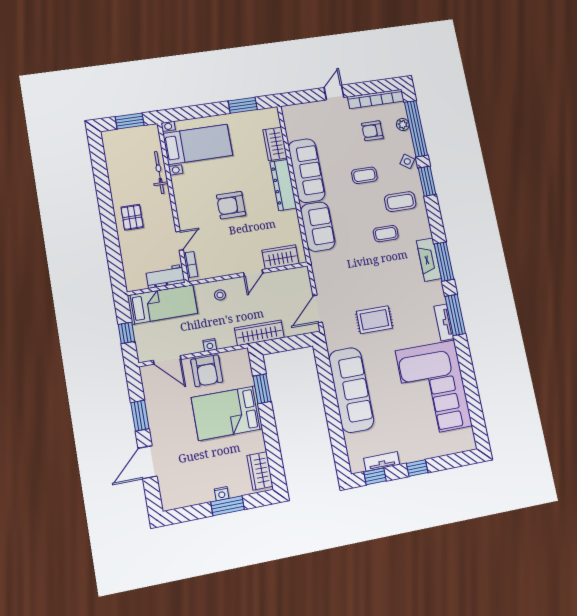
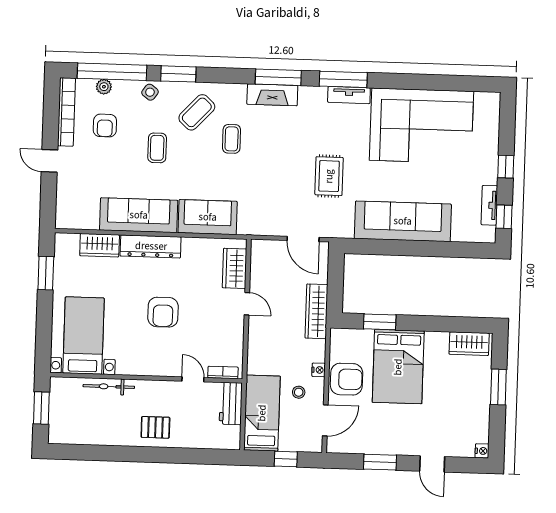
coffee table: (400, 202) -> (197, 112), turned 43
stool: (220, 295) -> (299, 392), moved
door: (147, 462) -> (432, 464), width x0.73
nightstand: (222, 494) -> (482, 451), moved

